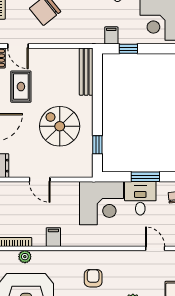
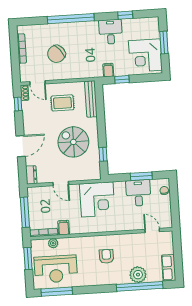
rug: (21, 87) -> (62, 103), moved, turned 90
corner desk: (102, 203) -> (97, 199), moved
filing cabinet: (53, 237) -> (64, 228), moved

